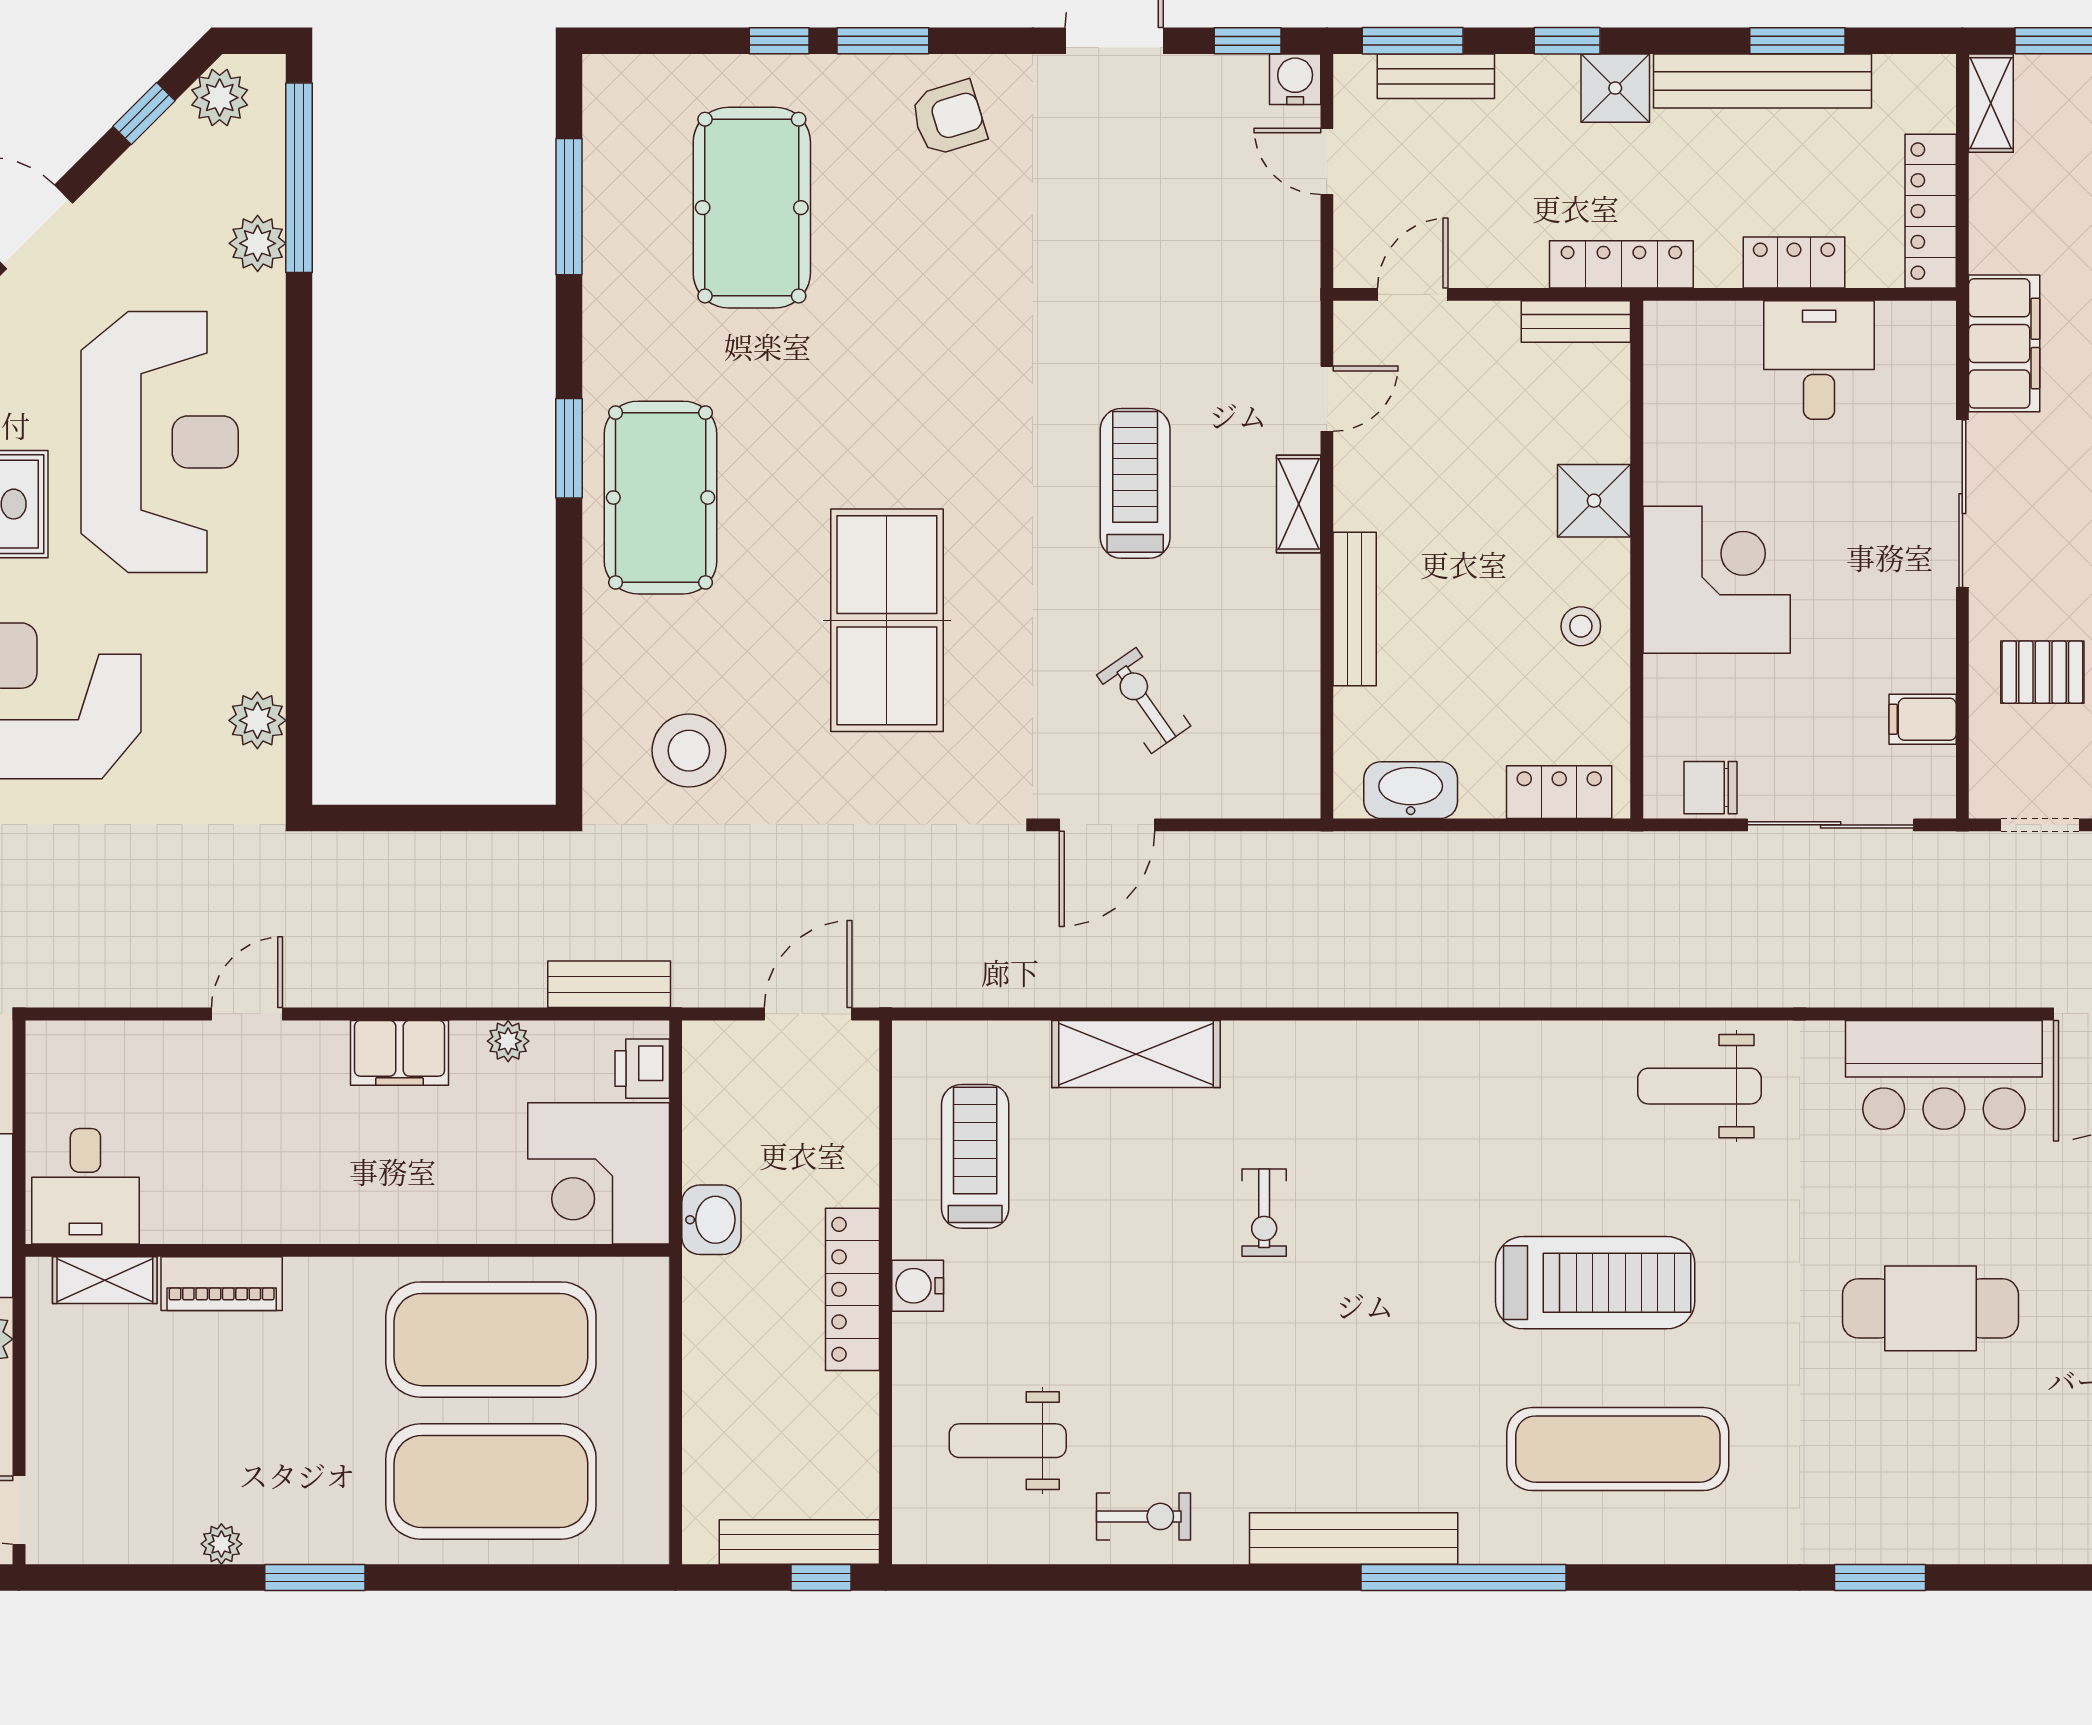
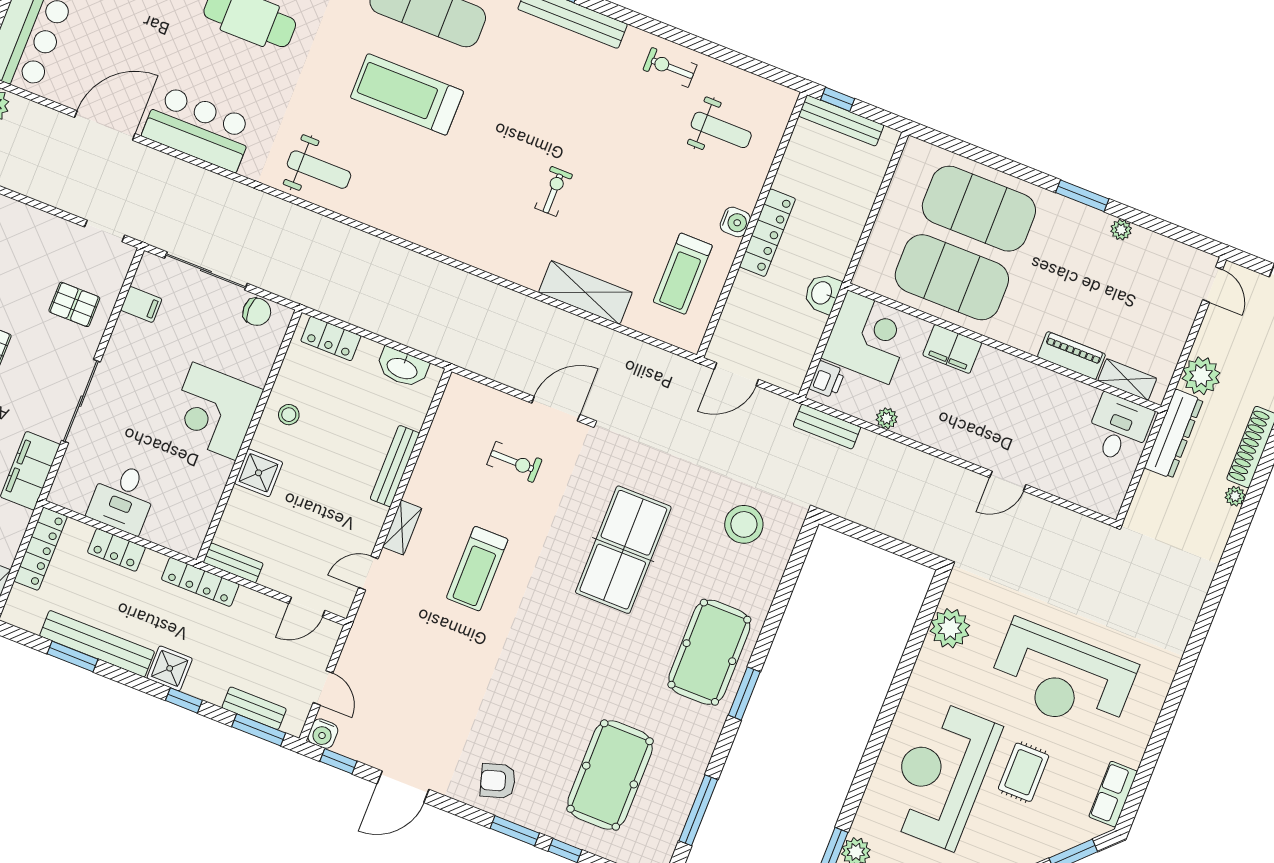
exercise bike: (1144, 700) -> (514, 462), turned -55
plant: (257, 720) -> (950, 628), width x1.36, depth x1.36
filing cabinet: (399, 1053) -> (952, 349), moved, turned 180

